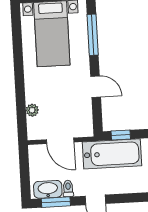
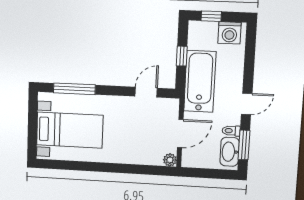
door: (96, 87) -> (146, 92), moved
plant: (32, 110) -> (170, 160), moved
window: (121, 135) -> (182, 56), moved

